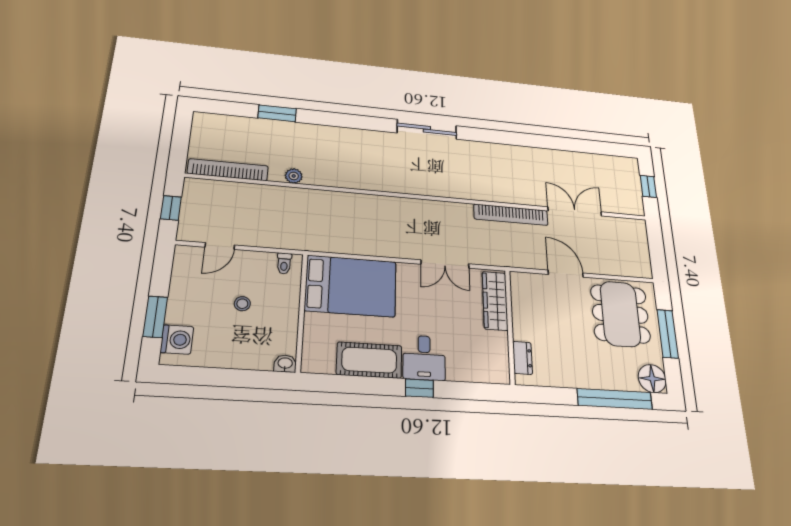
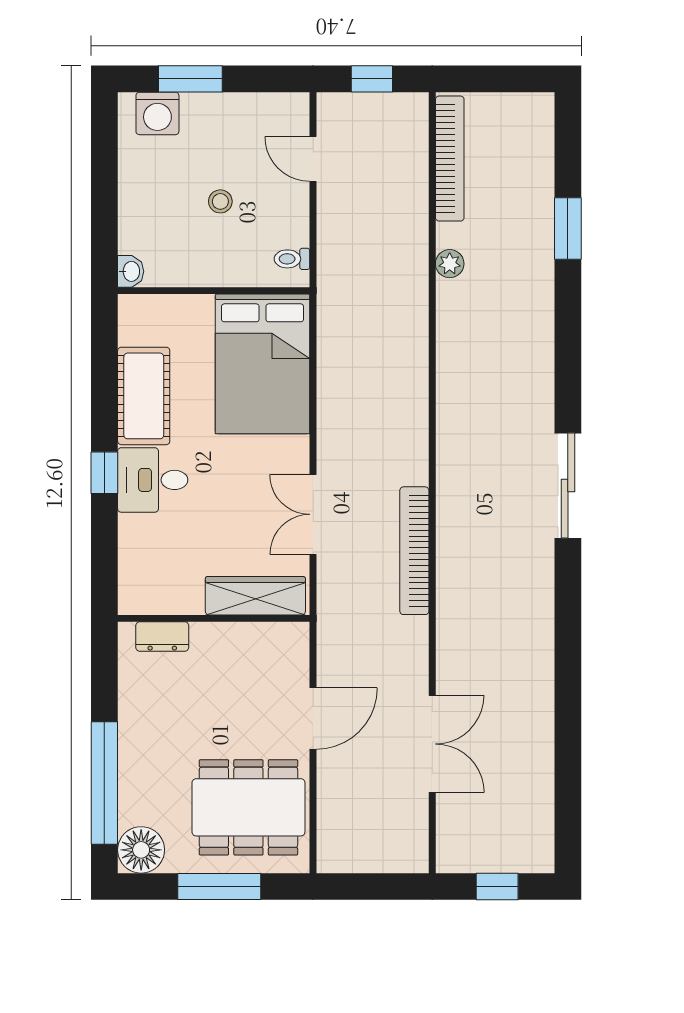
bookcase: (511, 215) -> (414, 551), moved

